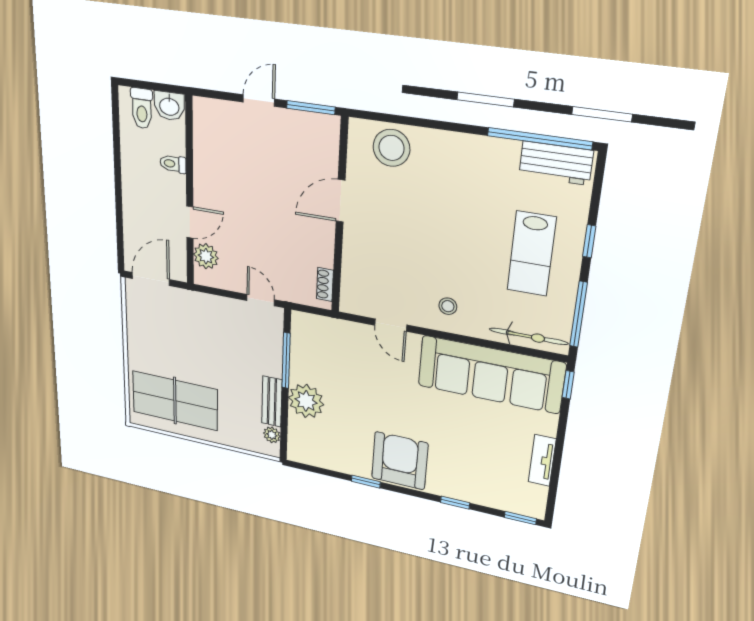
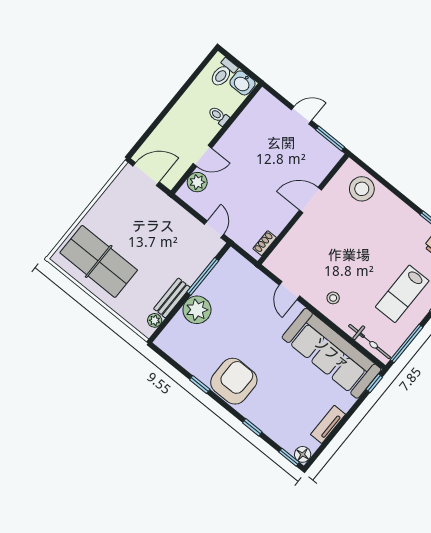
floor lamp: (534, 508) -> (303, 454), added

